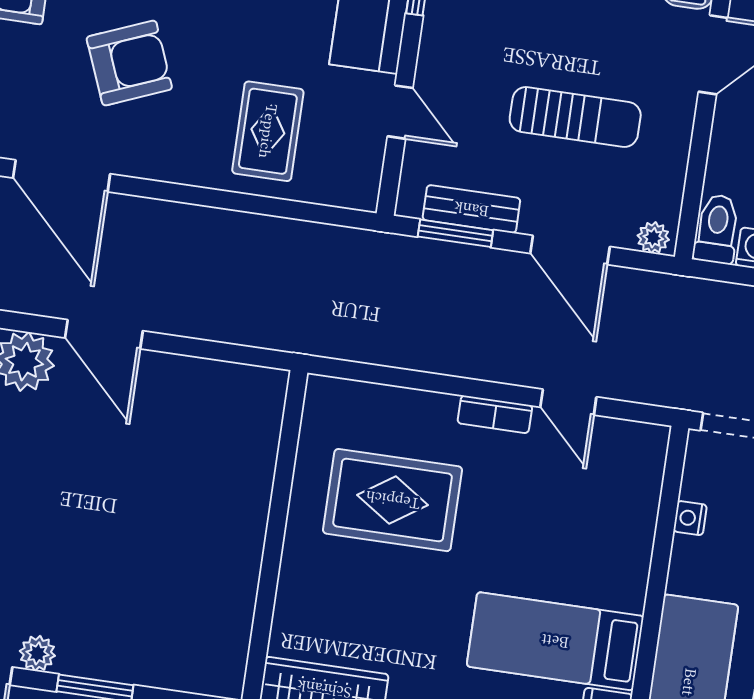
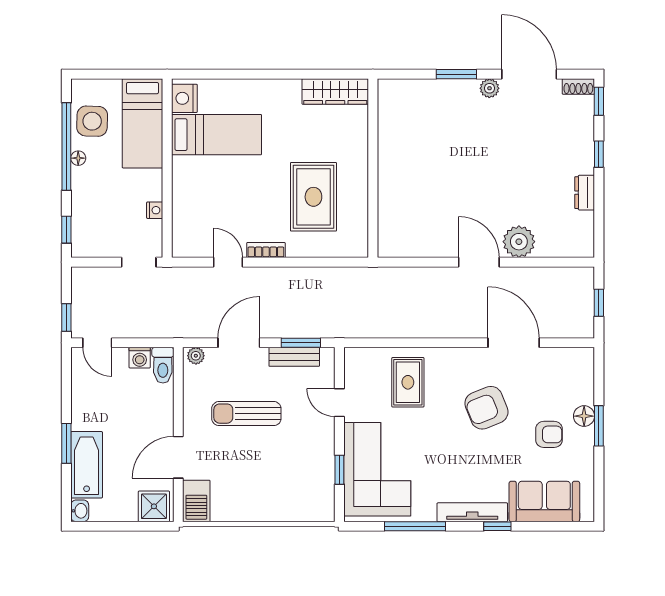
door: (570, 250) -> (239, 343), hinge flipped
rug: (393, 500) -> (313, 197), turned 90

